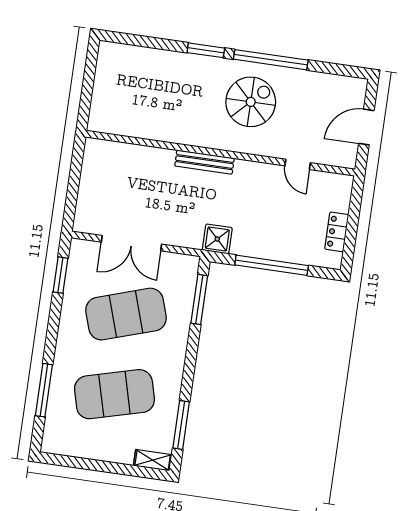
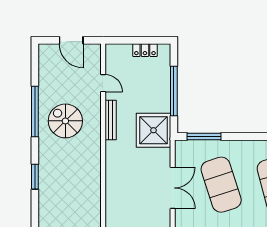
window: (206, 50) -> (35, 177), moved
bench: (204, 162) -> (111, 120), moved
door: (298, 164) -> (103, 83), hinge flipped
shower: (217, 239) -> (154, 130), width x1.86, depth x1.86

